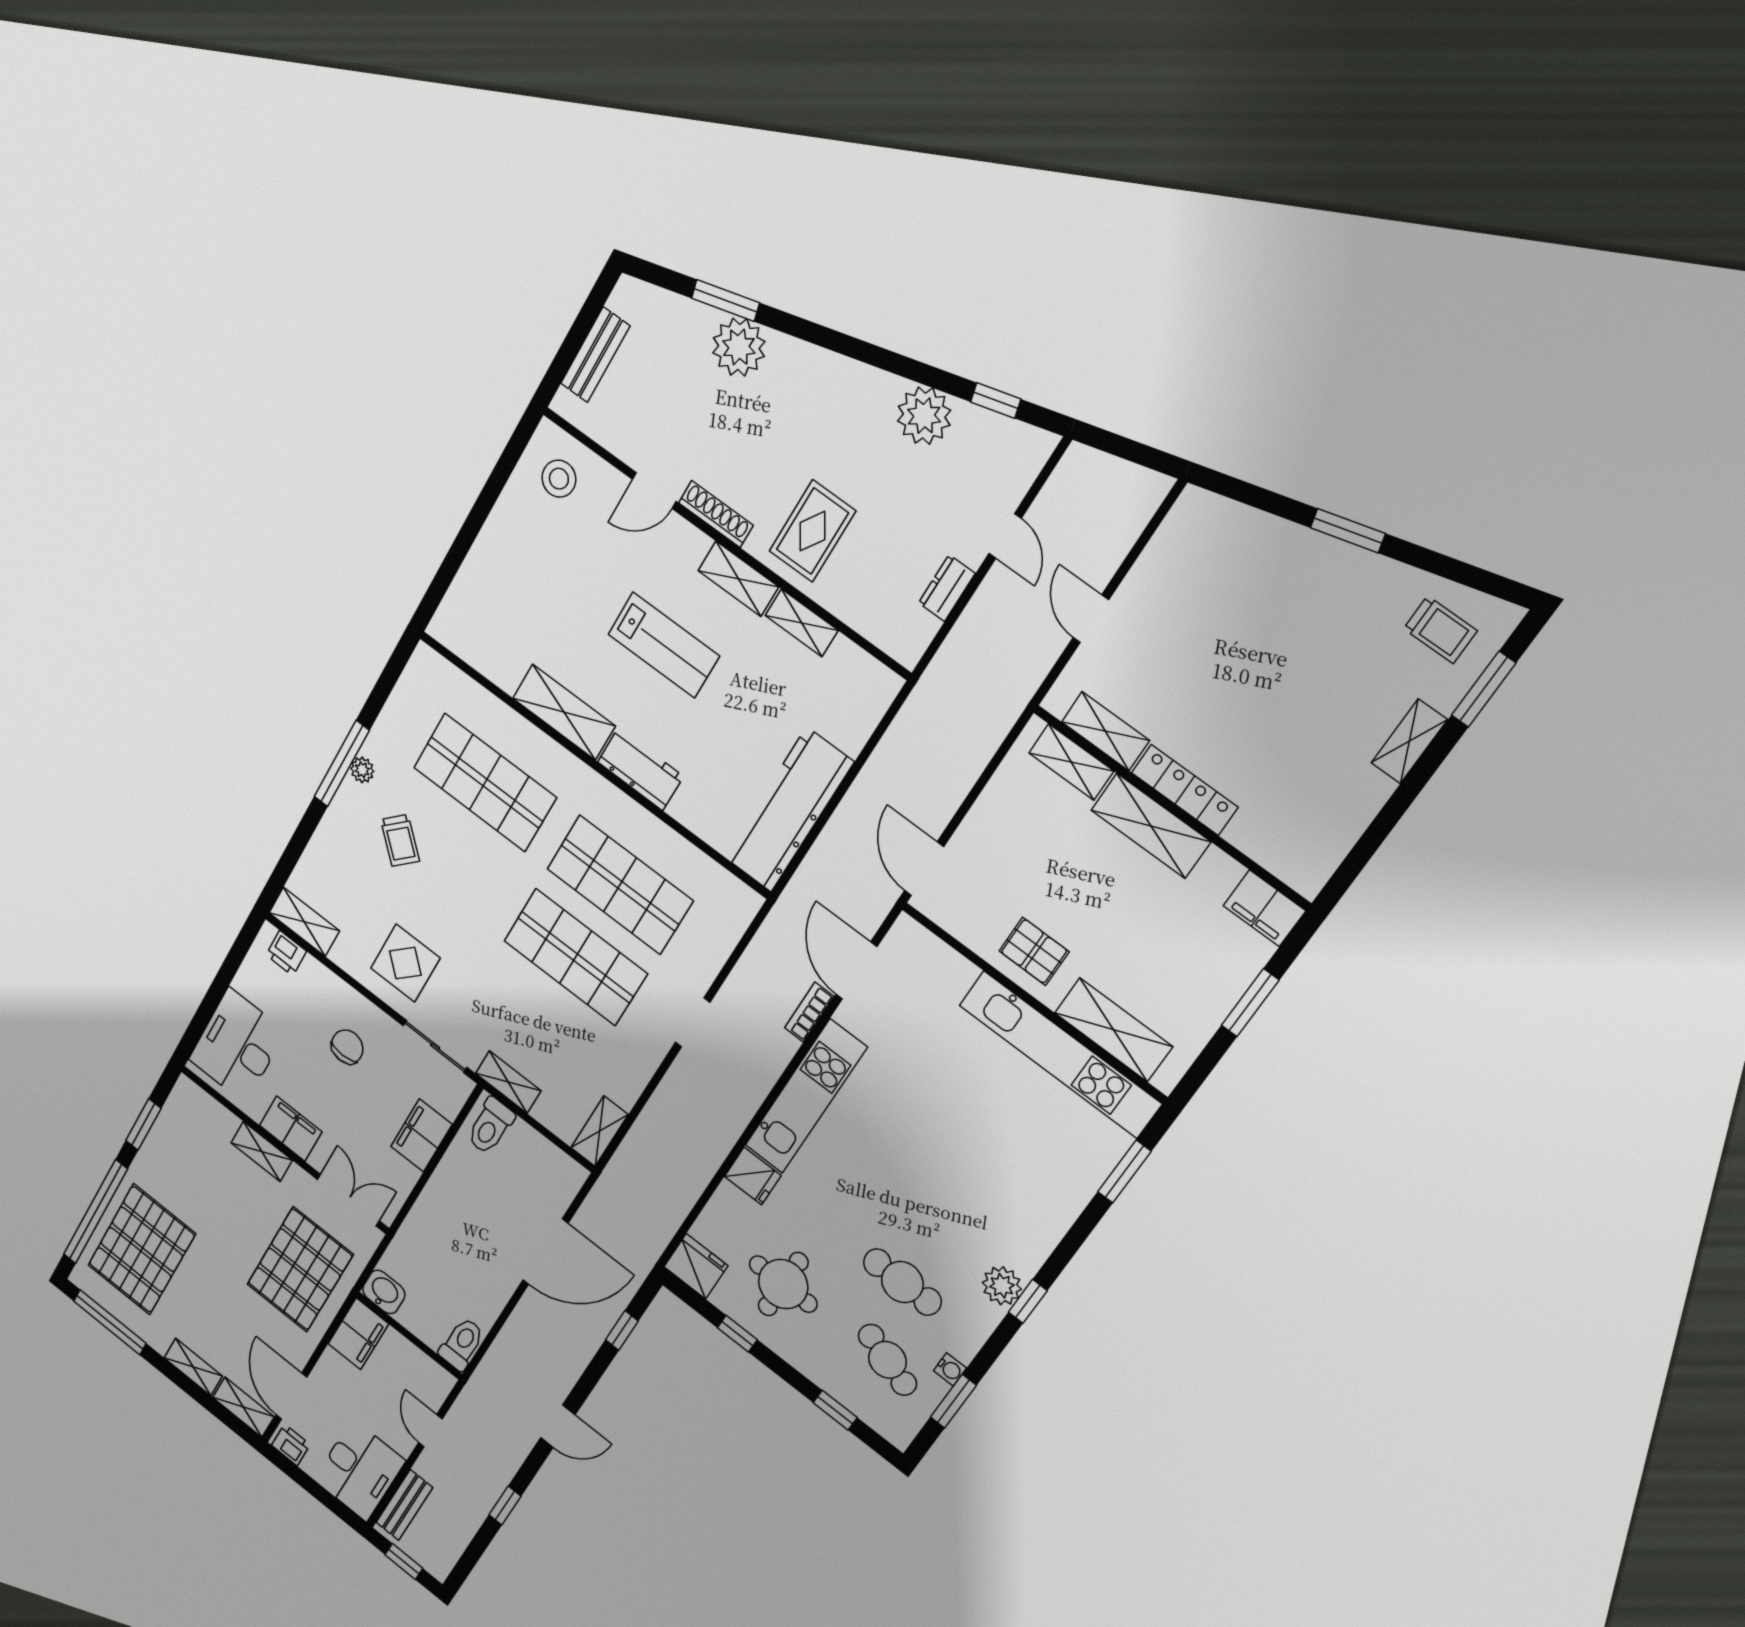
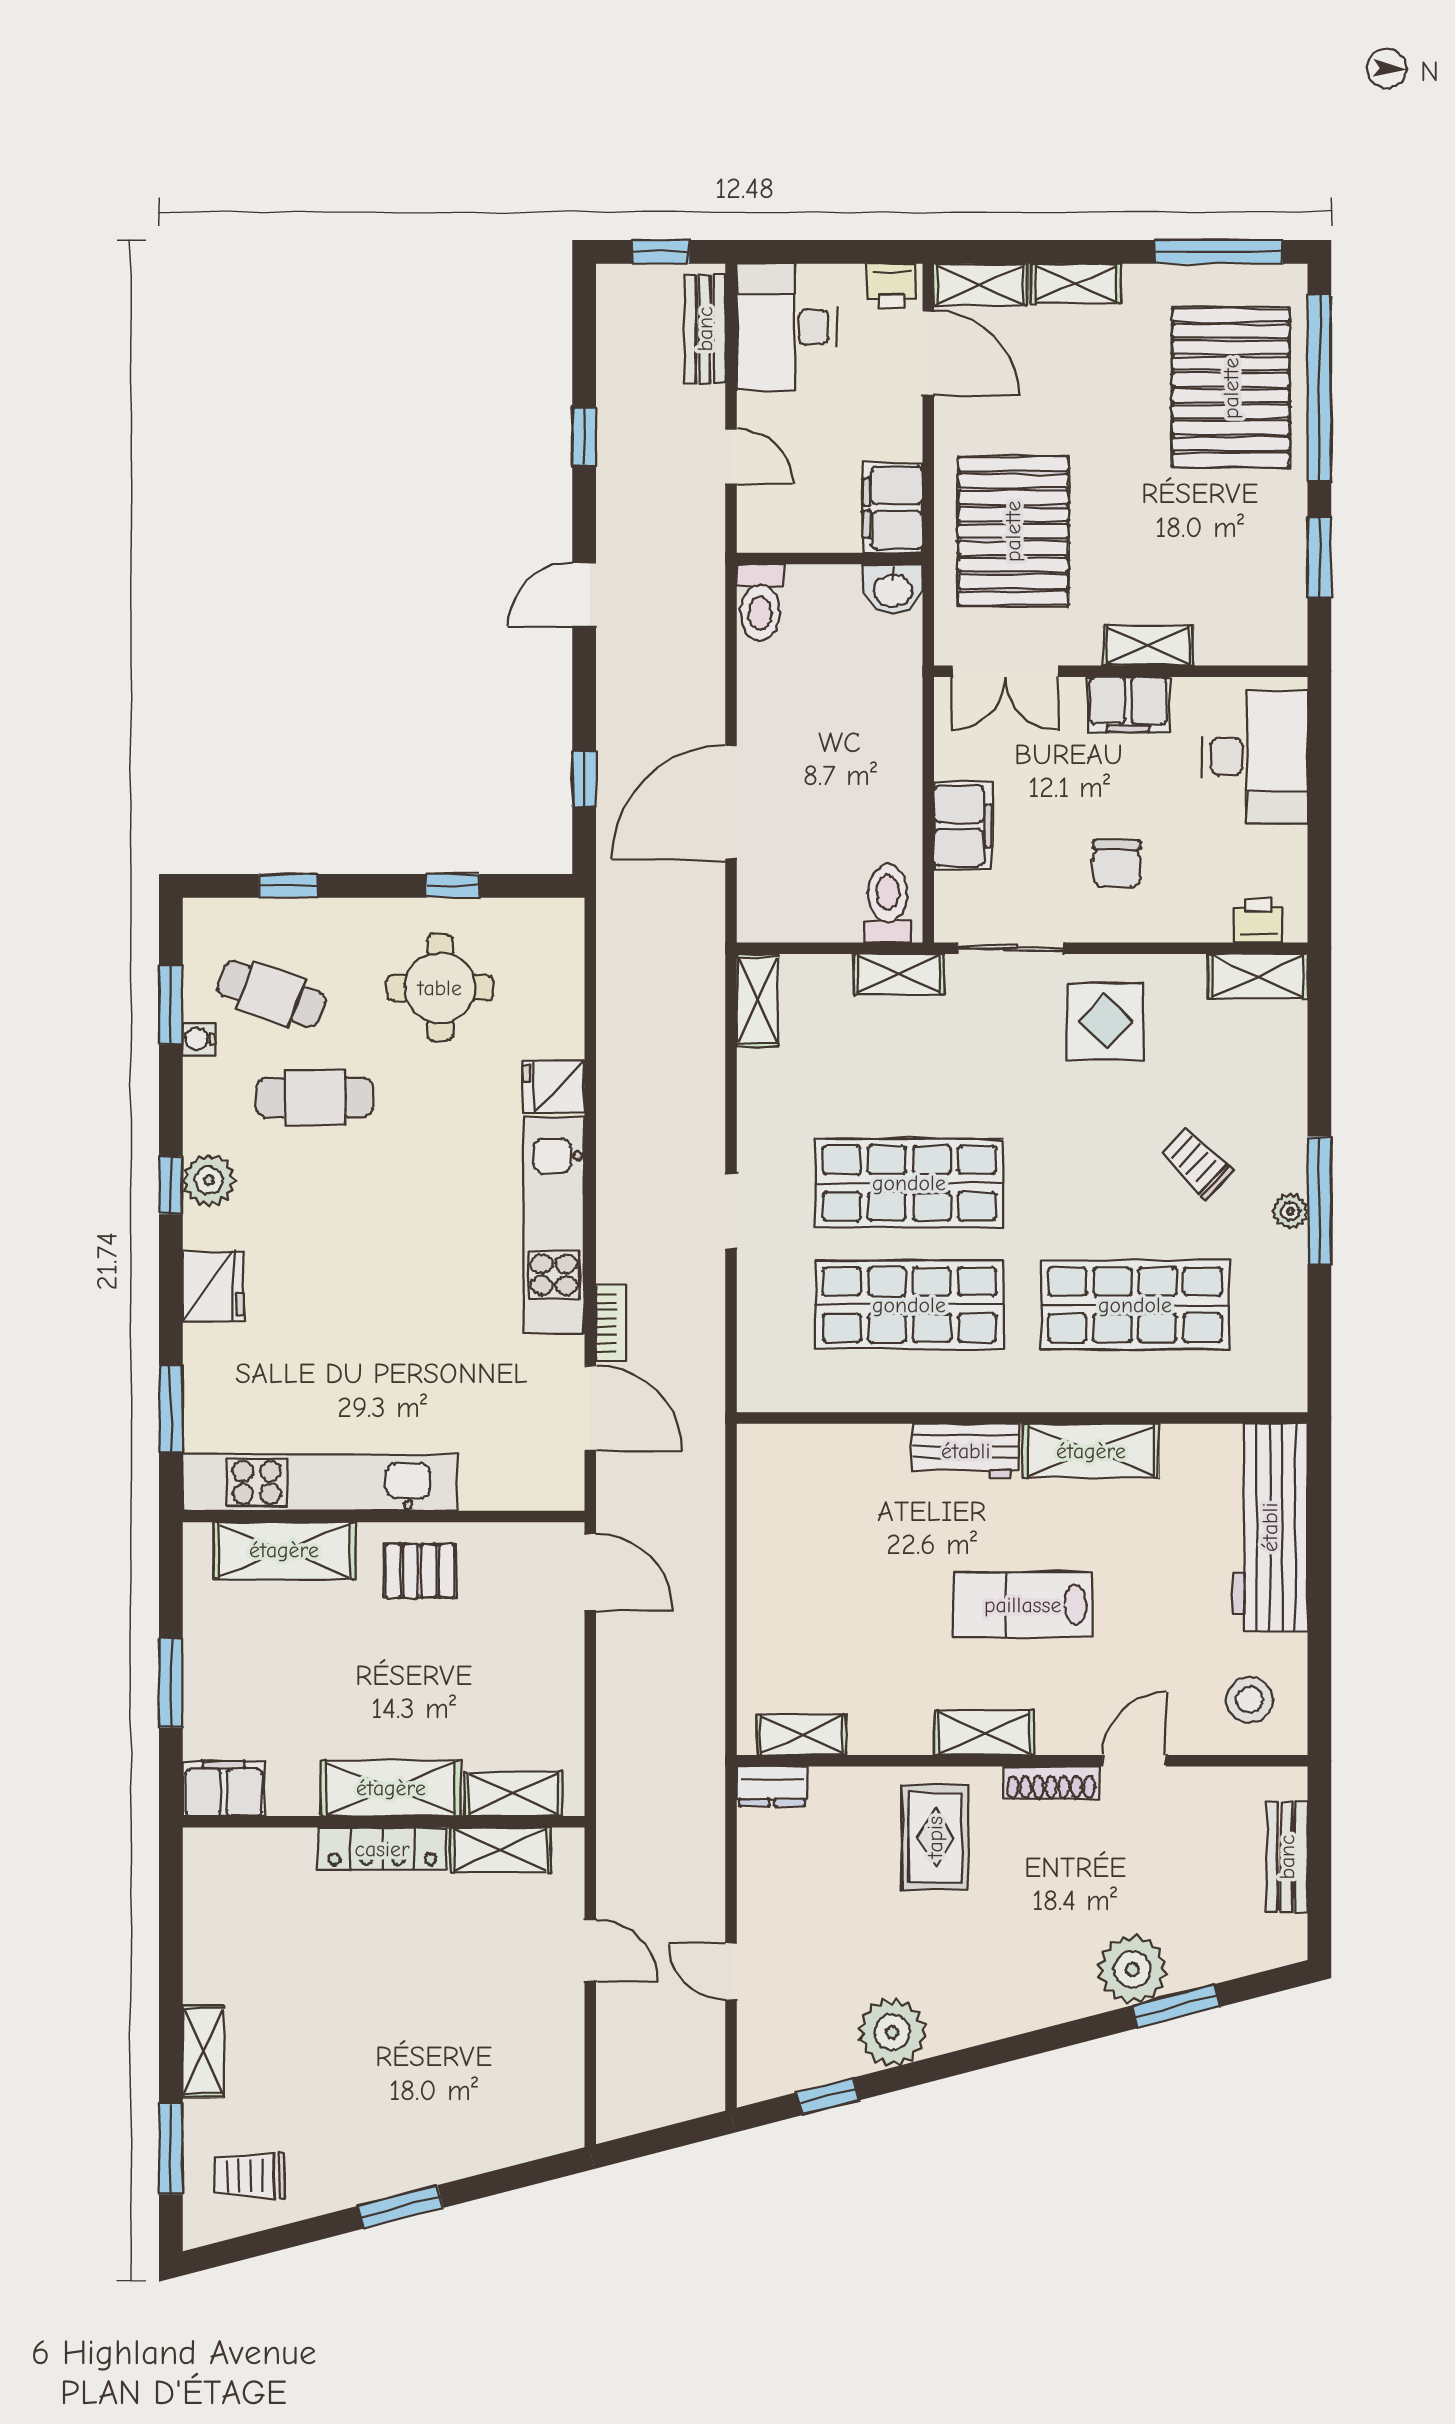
dresser: (947, 588) -> (772, 1786), moved, turned 90
shelving: (802, 623) -> (802, 1735), moved
workbench: (789, 810) -> (1270, 1527), moved, turned 180
fridge: (696, 1266) -> (213, 1286), moved, turned -90

